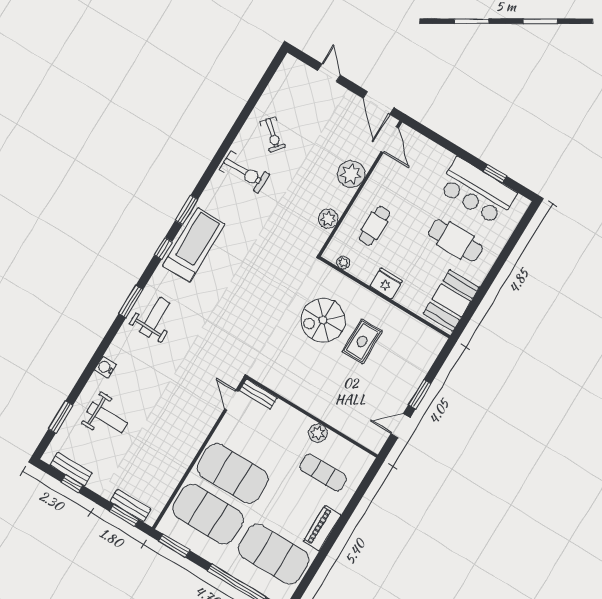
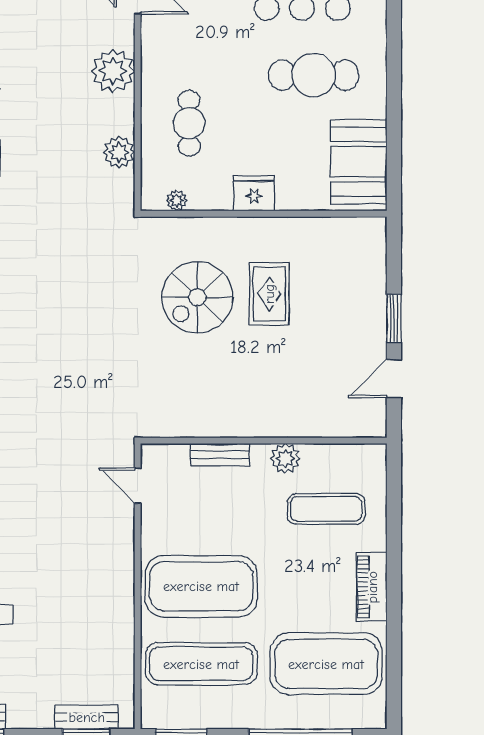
bench: (258, 394) -> (220, 455), moved
exercise mat: (208, 514) -> (201, 664), width x0.68

